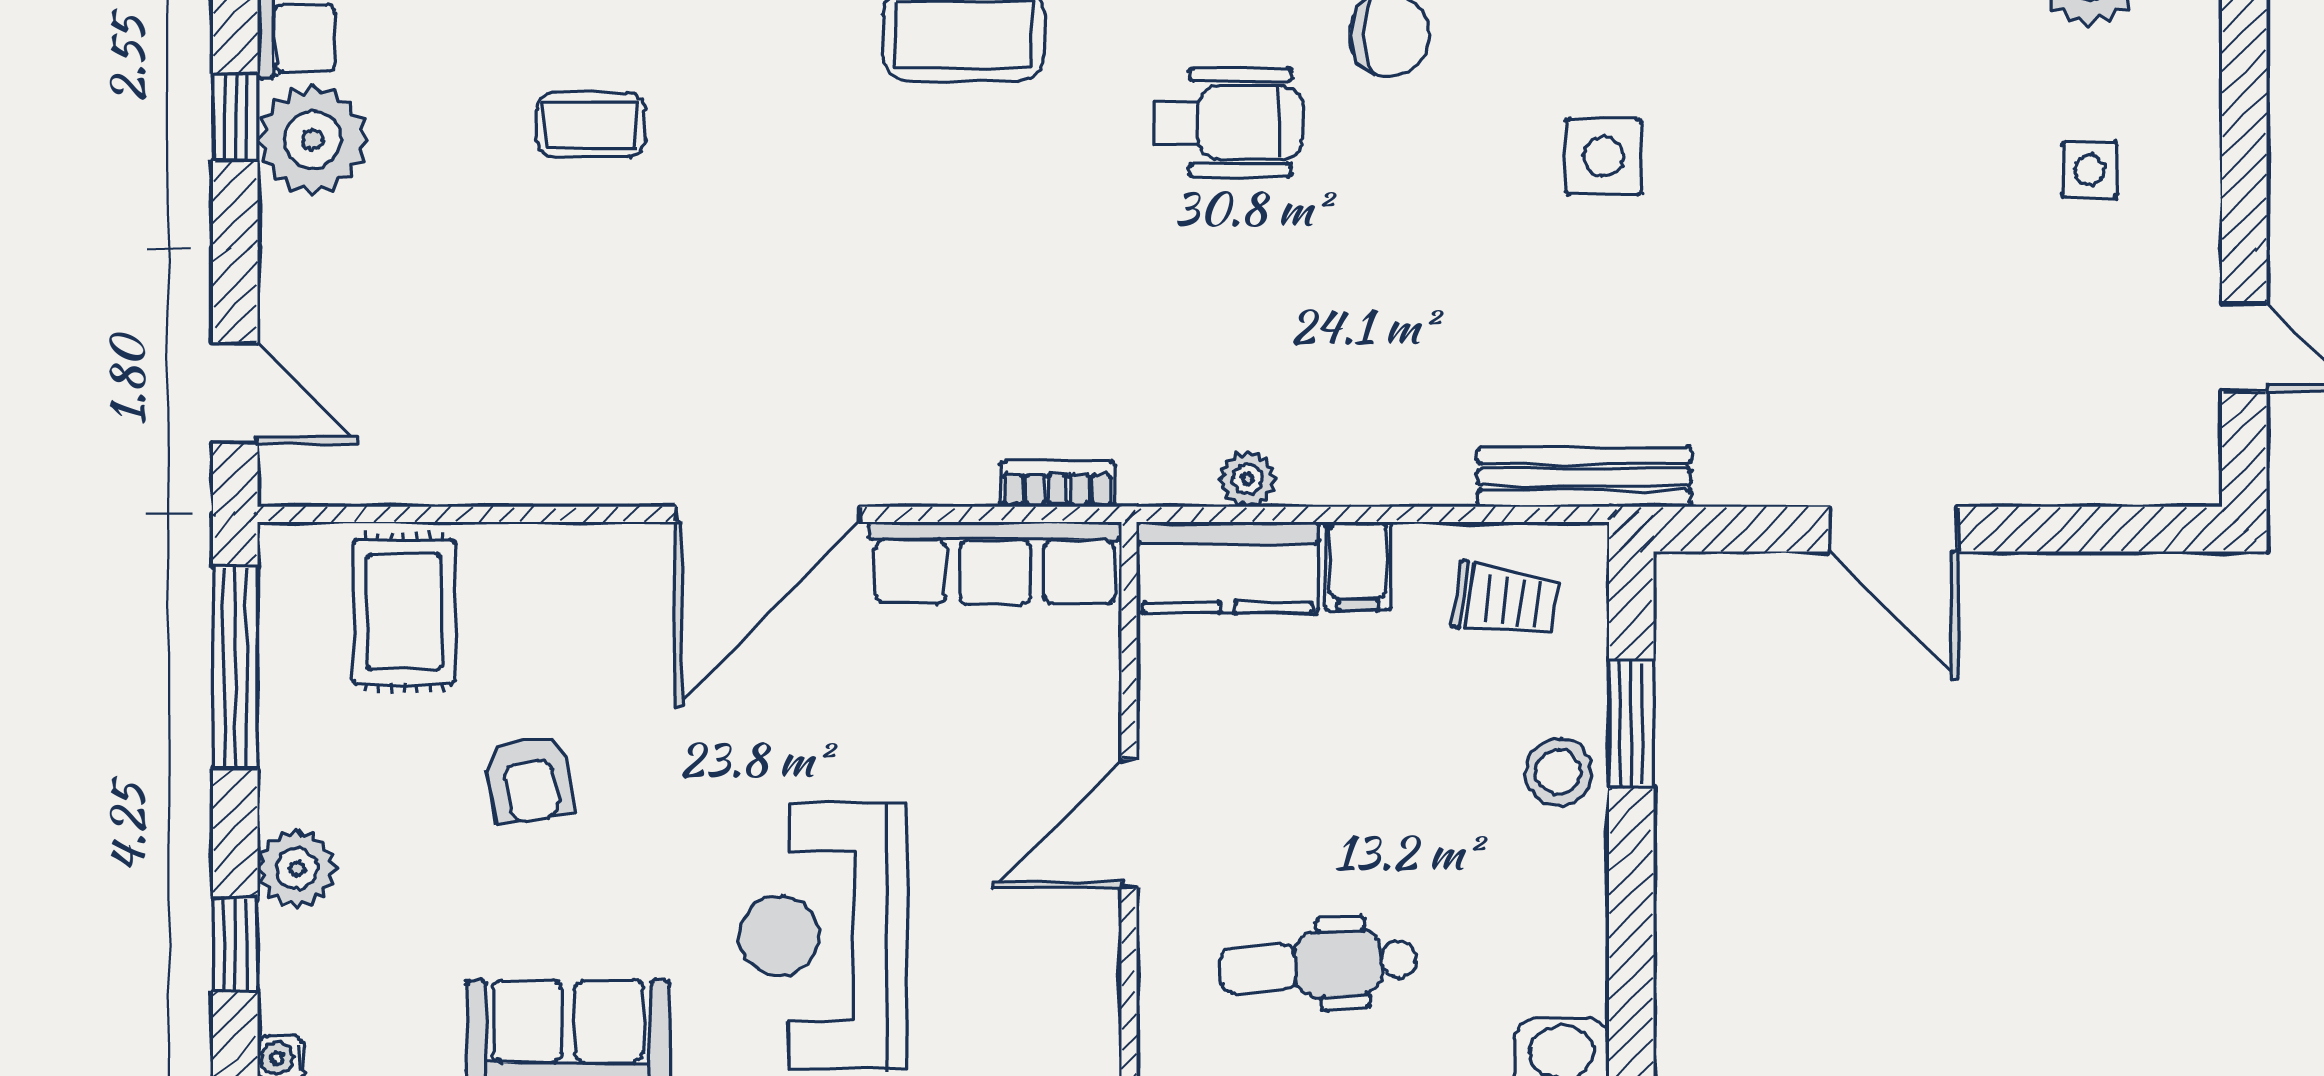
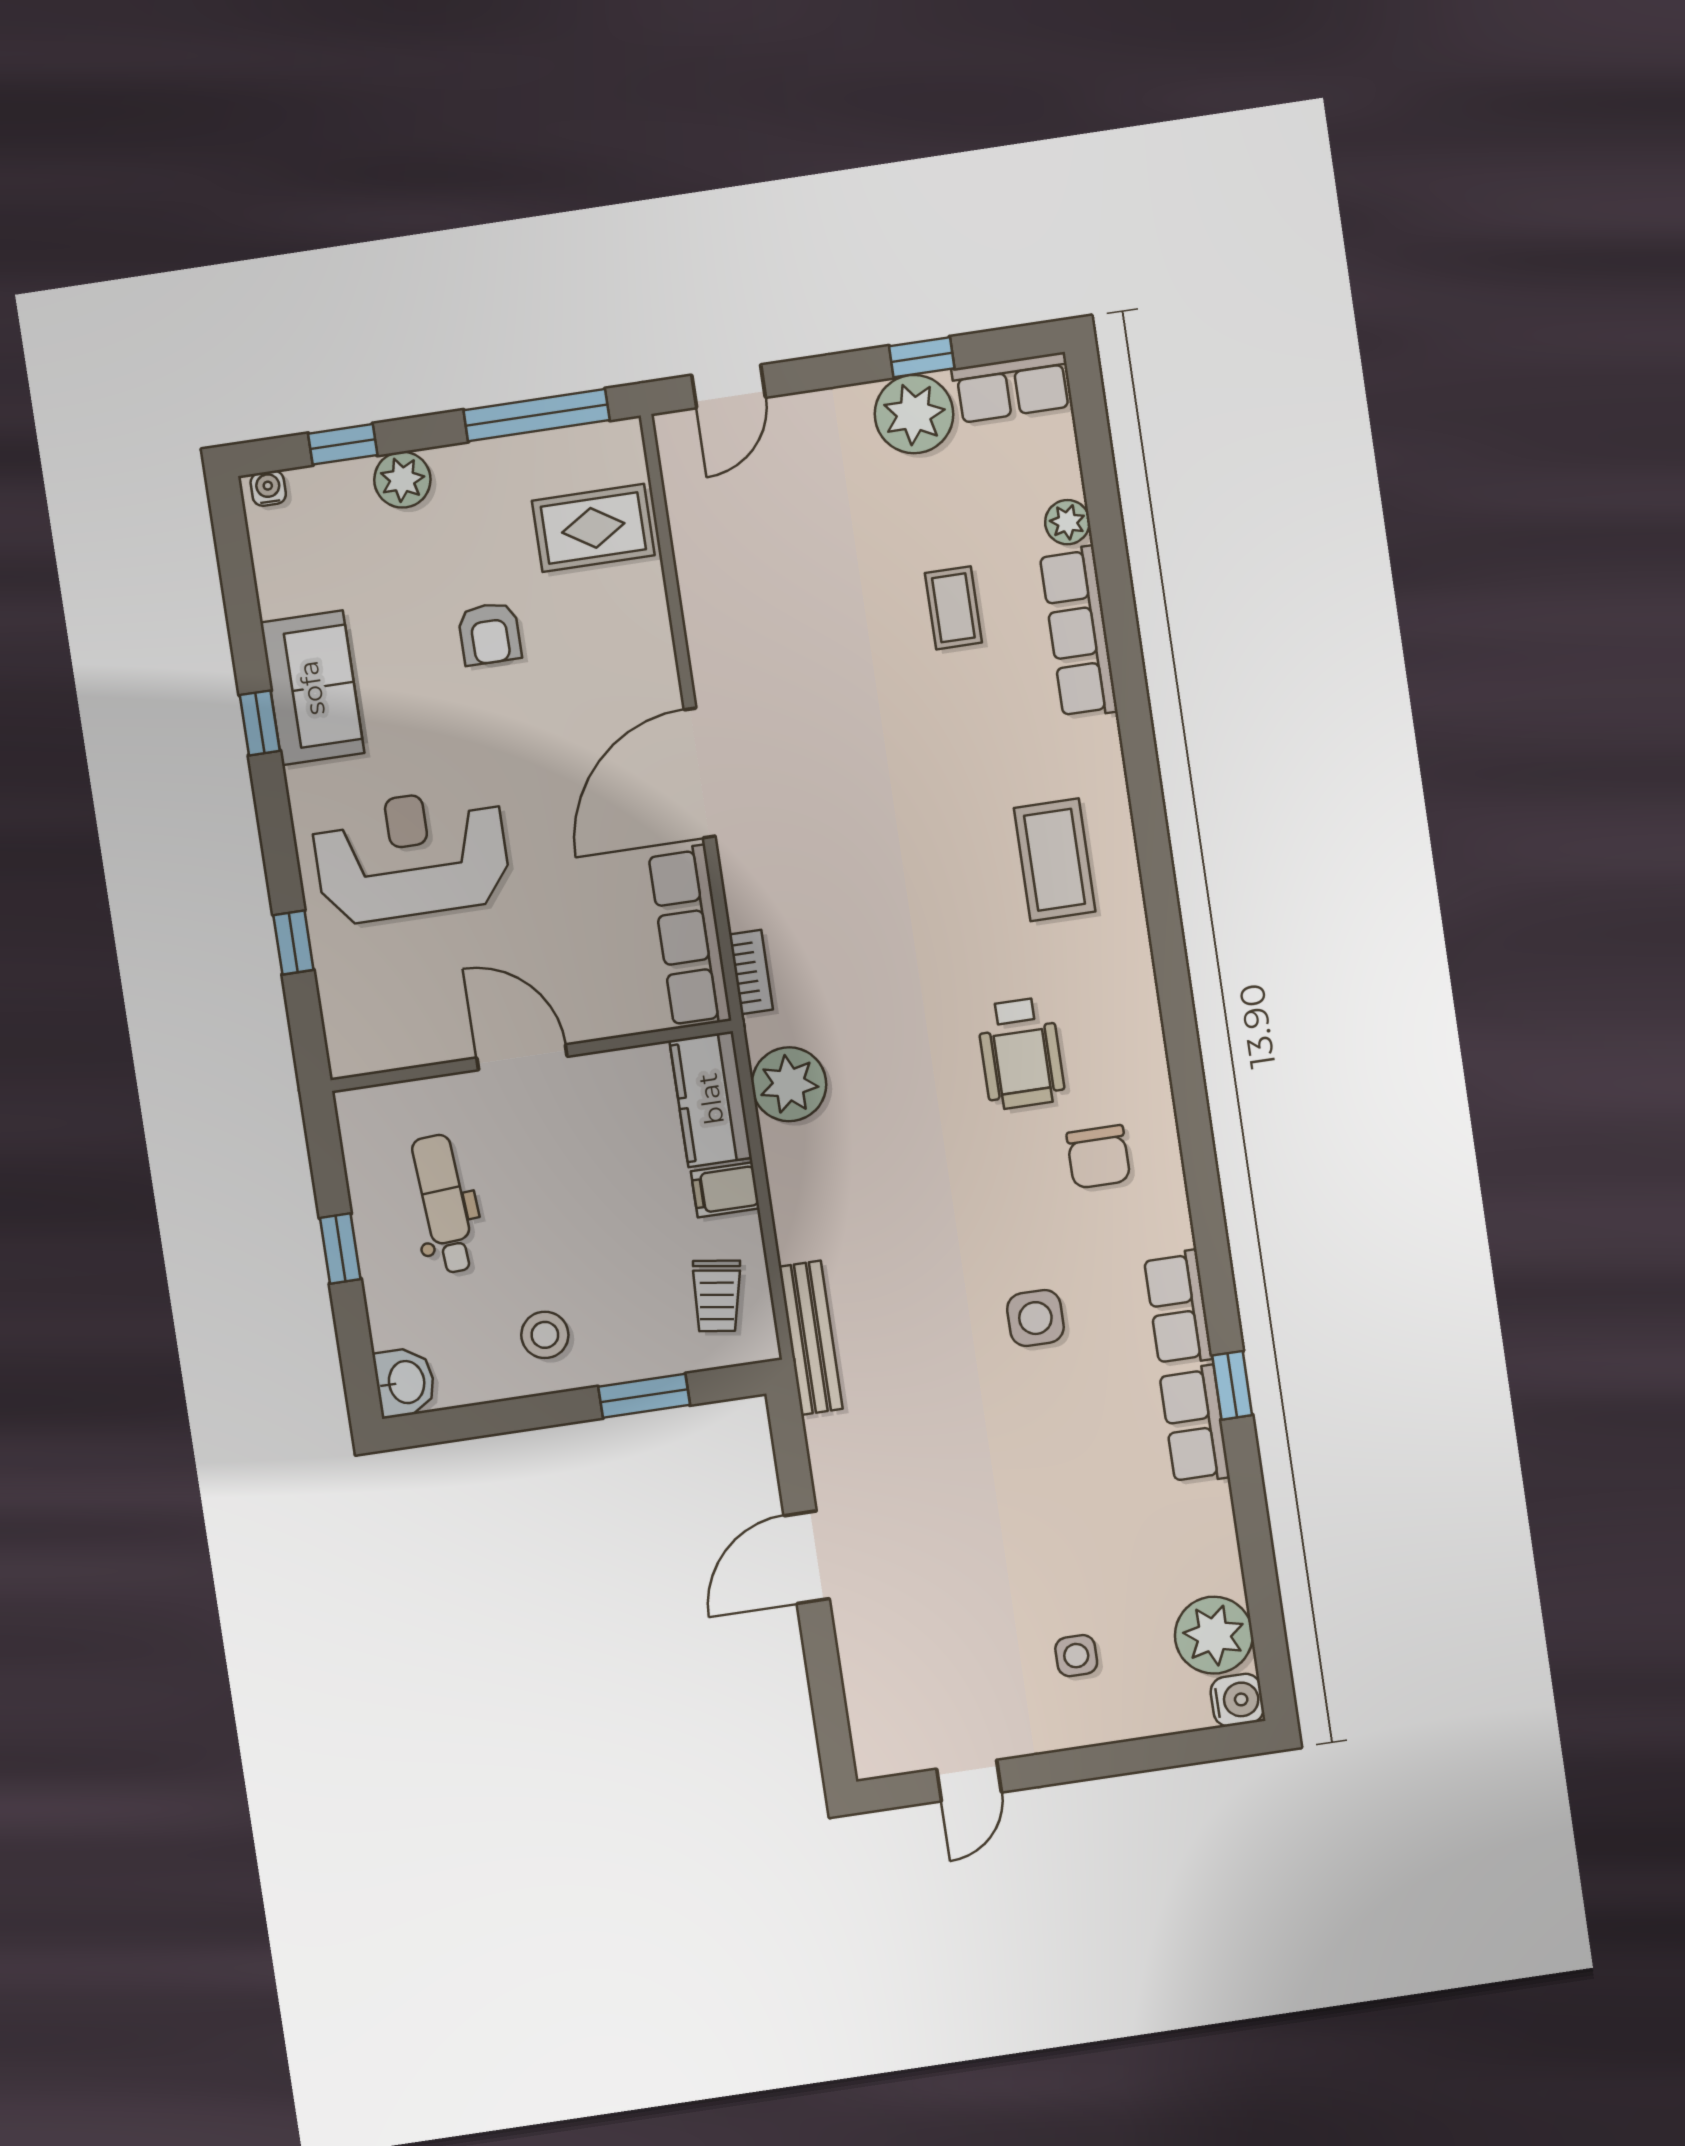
plant: (1248, 479) -> (789, 1084), width x1.88, depth x1.88
door: (768, 514) -> (700, 773), hinge flipped
stool: (1559, 772) -> (545, 1335), moved
armchair: (530, 779) -> (490, 634), turned -80

